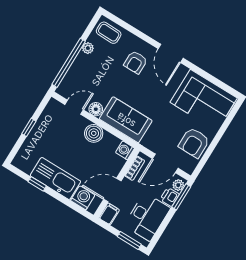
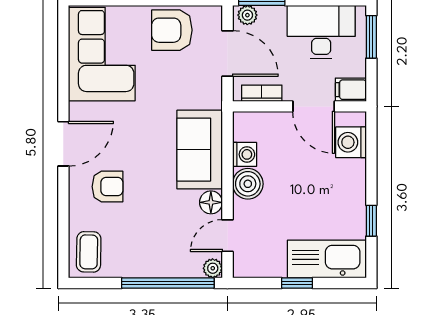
plant: (88, 48) -> (213, 268), moved
door: (74, 107) -> (227, 236), hinge flipped
armchair: (194, 143) -> (172, 30), turned 180
washing machine: (125, 150) -> (245, 154), moved, turned -90
kitchen sink: (55, 178) -> (327, 259), moved, turned 90
printer: (170, 197) -> (272, 17), removed

